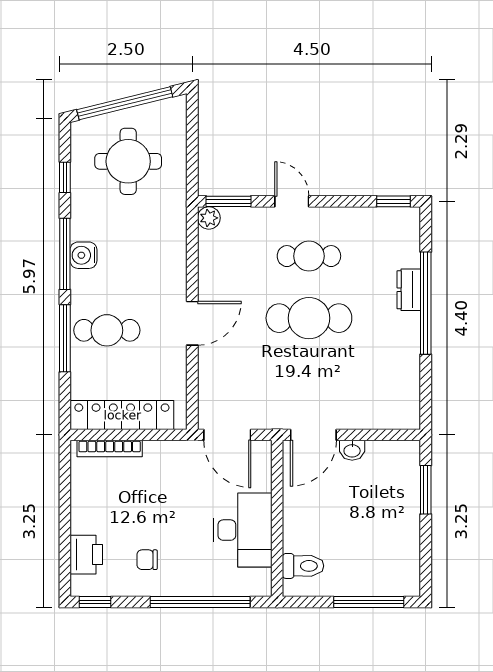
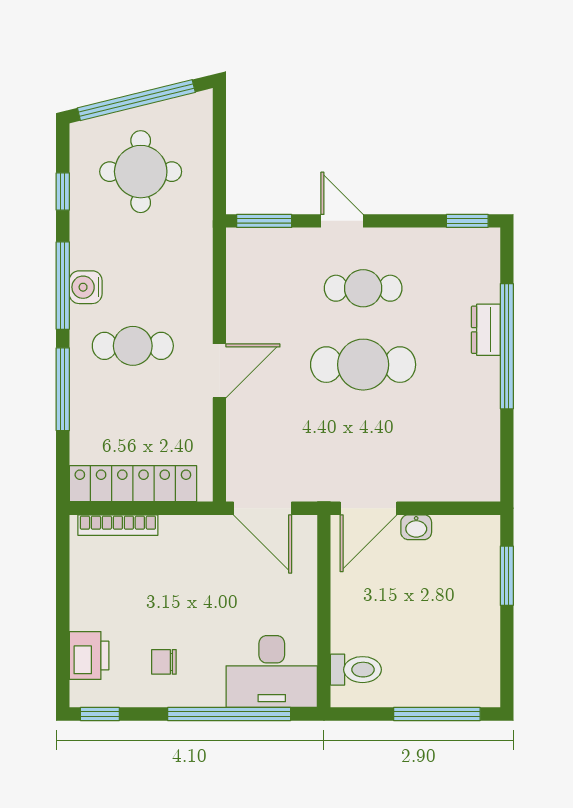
plant: (209, 218) -> (240, 241), removed
cafe table: (107, 330) -> (133, 346), moved
desk: (243, 530) -> (272, 672), moved, turned 90

